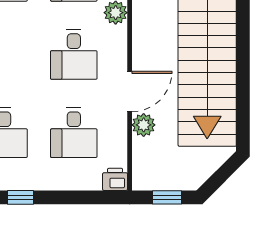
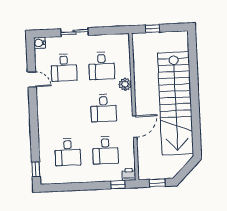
plant: (144, 125) -> (143, 144), removed
window: (21, 197) -> (118, 185), moved

